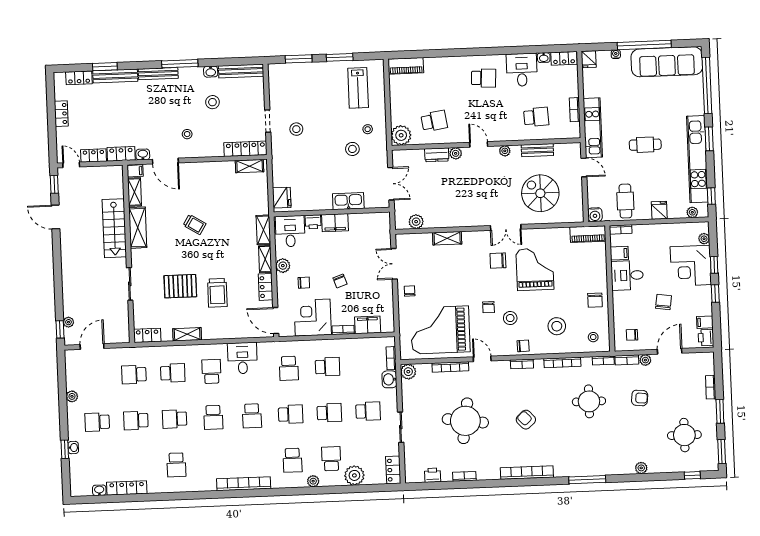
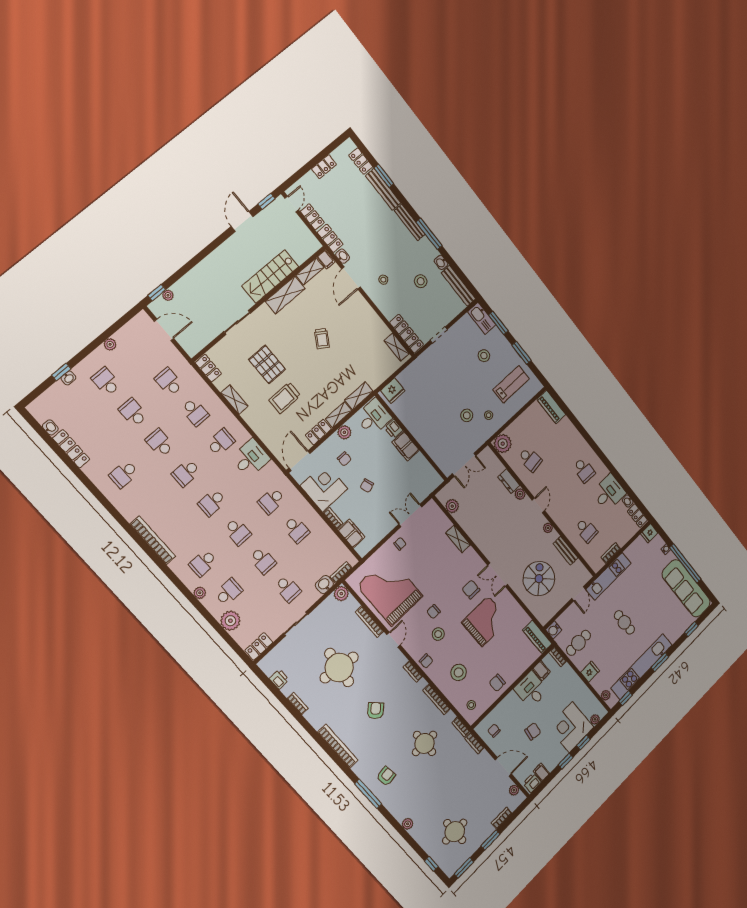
window: (707, 85) -> (691, 629), width x0.32
lab bench: (358, 88) -> (511, 384), turned 180
stool: (296, 129) -> (484, 356), moved
kitchen sink: (348, 201) -> (482, 318), moved, turned 180
plant: (645, 360) -> (514, 790), moved
armchair: (640, 398) -> (386, 776), moved, turned -103

